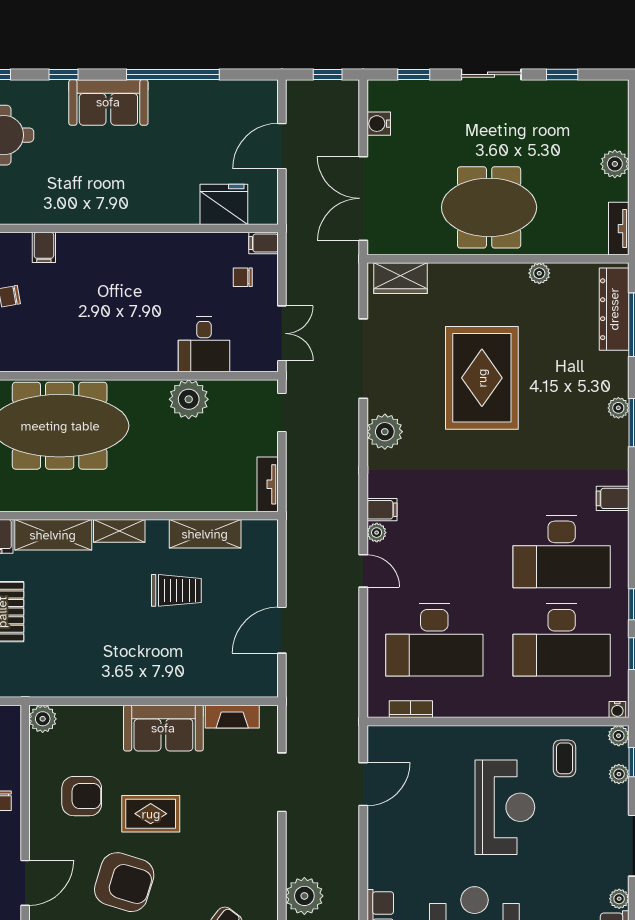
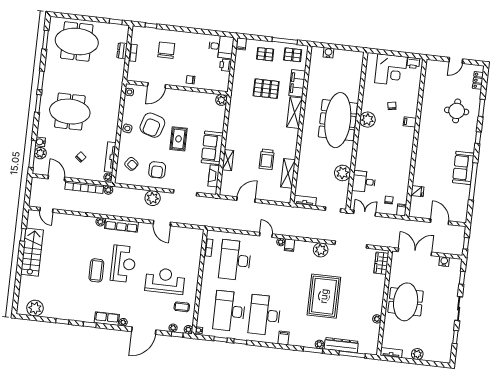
sofa: (108, 102) -> (463, 168), moved
fridge: (224, 204) -> (417, 191), width x0.53, depth x0.75
dresser: (614, 309) -> (341, 345), moved
double door: (282, 333) -> (365, 213), swing flipped
plant: (50, 353) -> (367, 120), added
rug: (482, 378) -> (324, 296), moved, turned 90
shelving: (119, 531) -> (228, 160), moved
door: (363, 571) -> (266, 235), swing flipped
door: (282, 630) -> (246, 200), hinge flipped
door: (363, 784) -> (162, 223), moved
armchair: (82, 796) -> (157, 170), moved
reception desk: (505, 807) -> (165, 281), turned 180
door: (25, 883) -> (157, 85), hinge flipped
plant: (304, 896) -> (153, 198), moved

